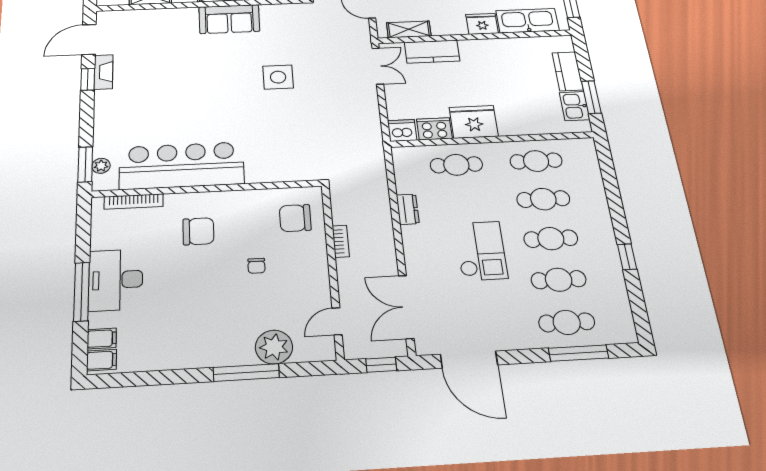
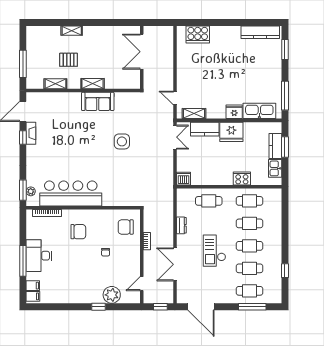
window: (591, 97) -> (285, 147), moved
fridge: (474, 122) -> (231, 132), moved, turned 180
cooker: (434, 129) -> (242, 179), moved
checkout: (481, 251) -> (214, 251), turned 180
window: (627, 257) -> (285, 271), moved
double door: (406, 307) -> (175, 264), moved
window: (246, 373) -> (98, 307), width x0.46

